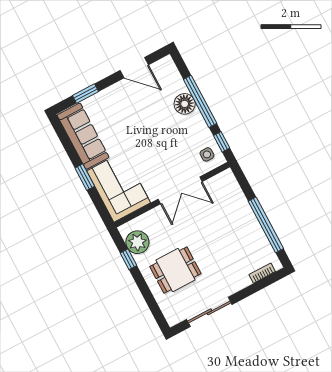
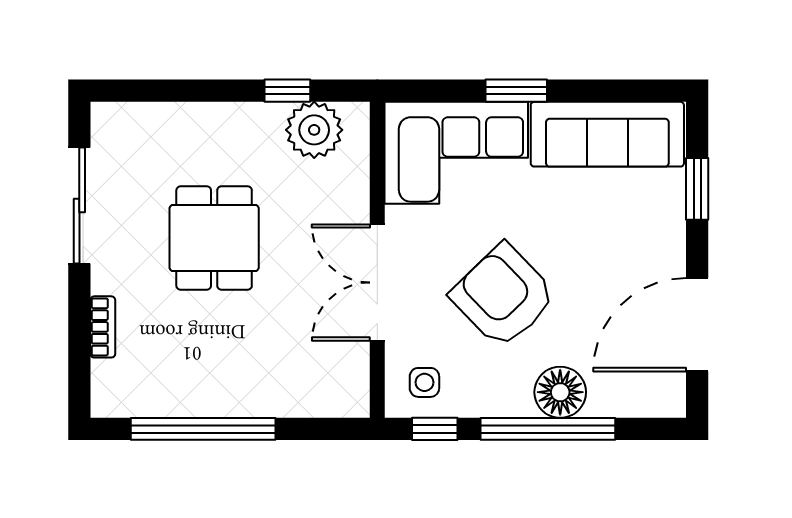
door: (134, 68) -> (697, 325), width x1.36
armchair: (161, 143) -> (503, 296), added
dining table: (175, 270) -> (214, 238), moved
bookcase: (262, 273) -> (103, 327), moved

